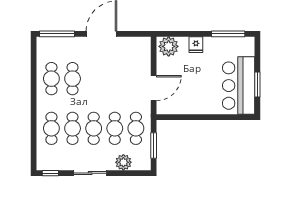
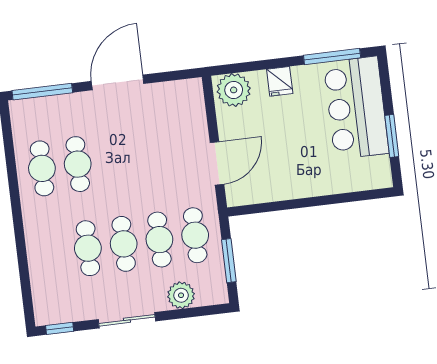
bar counter: (239, 86) -> (356, 108), moved
cafe table: (51, 128) -> (52, 253), removed

